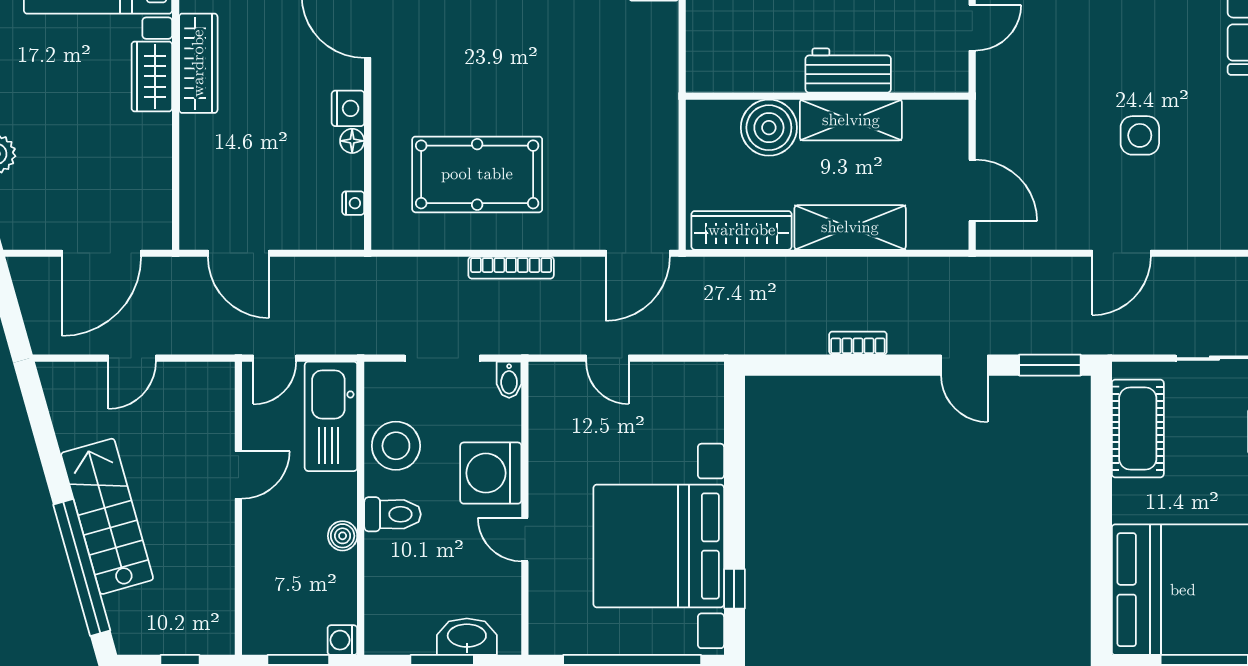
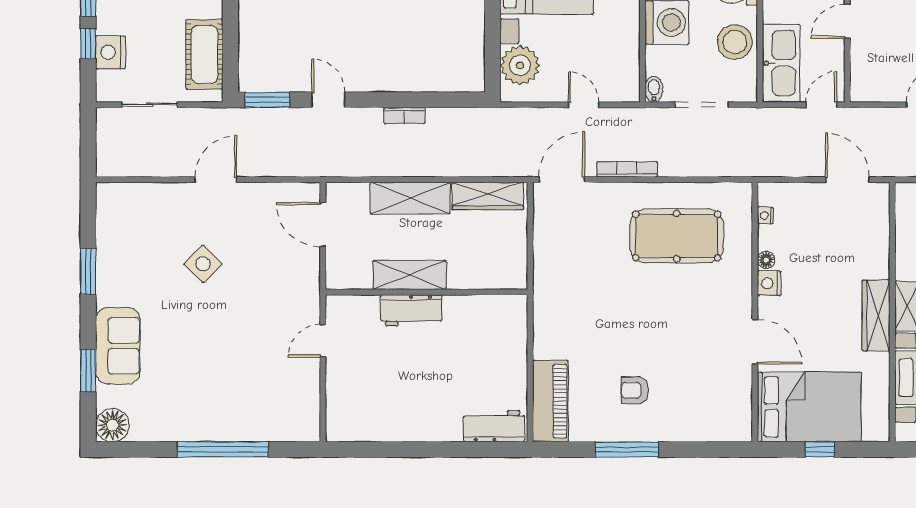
boiler: (769, 128) -> (468, 269), removed
side table: (1140, 135) -> (203, 264), turned 45
bookcase: (511, 268) -> (627, 169), moved
plant: (696, 413) -> (520, 65), added

